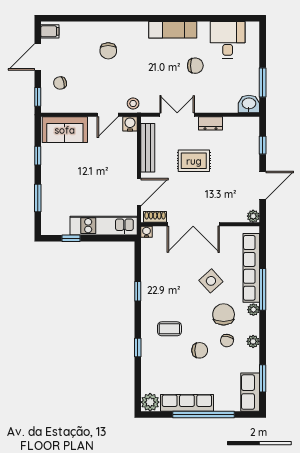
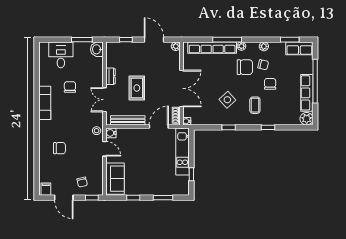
desk: (228, 40) -> (61, 55), moved, turned 90
door: (139, 192) -> (159, 127), hinge flipped
side table: (211, 281) -> (227, 100), moved
chair: (224, 314) -> (245, 67), turned 180

